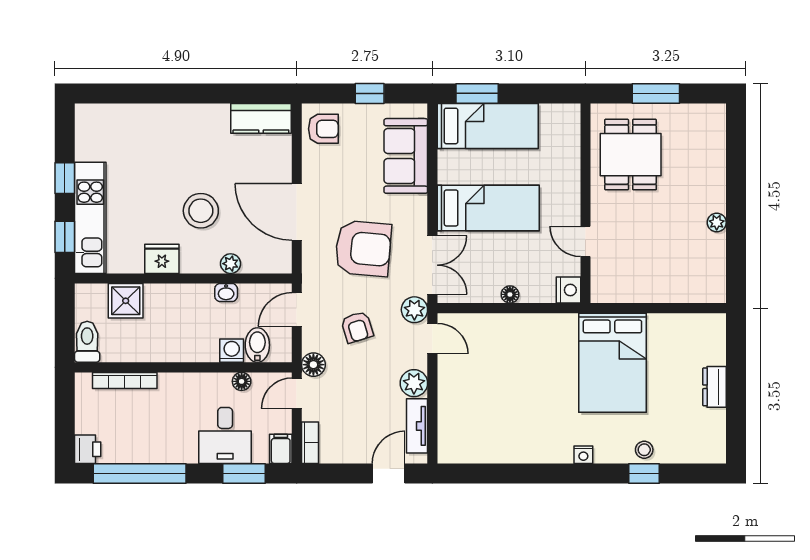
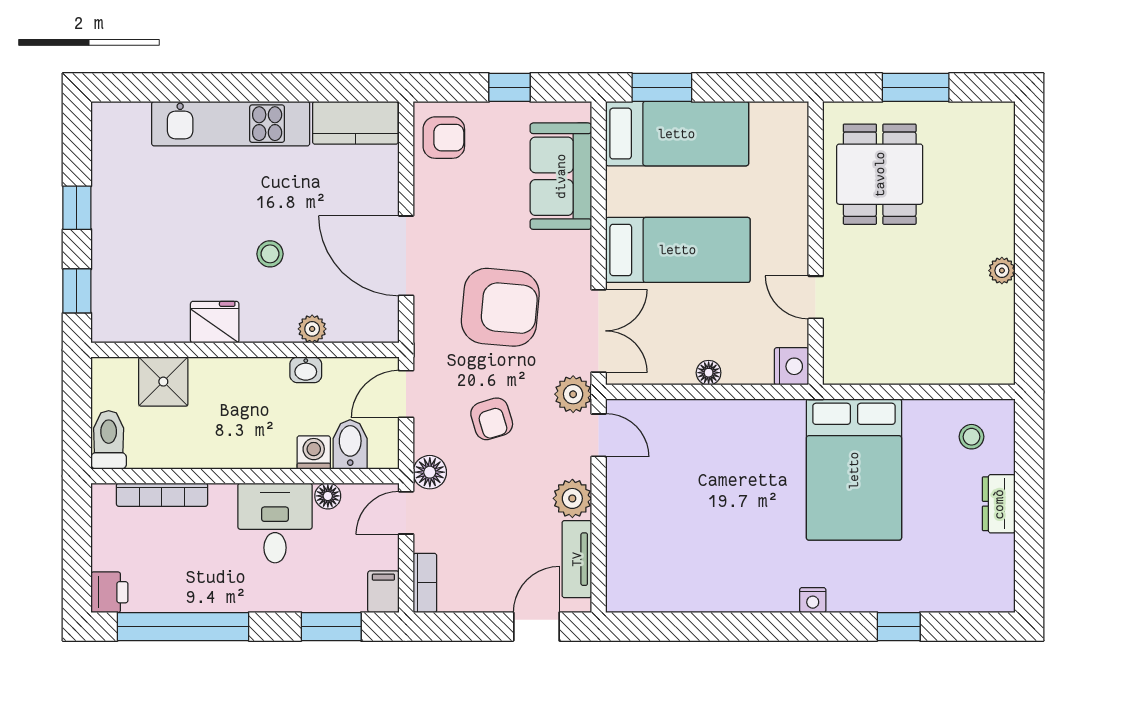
stool: (201, 211) -> (270, 254), width x0.53, depth x0.53
kitchen unit: (90, 218) -> (231, 124), moved, turned 90
desk: (225, 435) -> (275, 523), moved, turned 180
stool: (644, 450) -> (971, 437), moved

